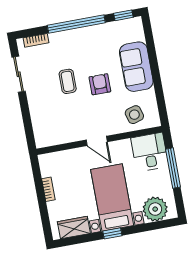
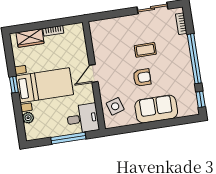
plant: (155, 209) -> (28, 118), width x0.53, depth x0.53
wardrobe: (74, 228) -> (30, 38), moved, turned 90

